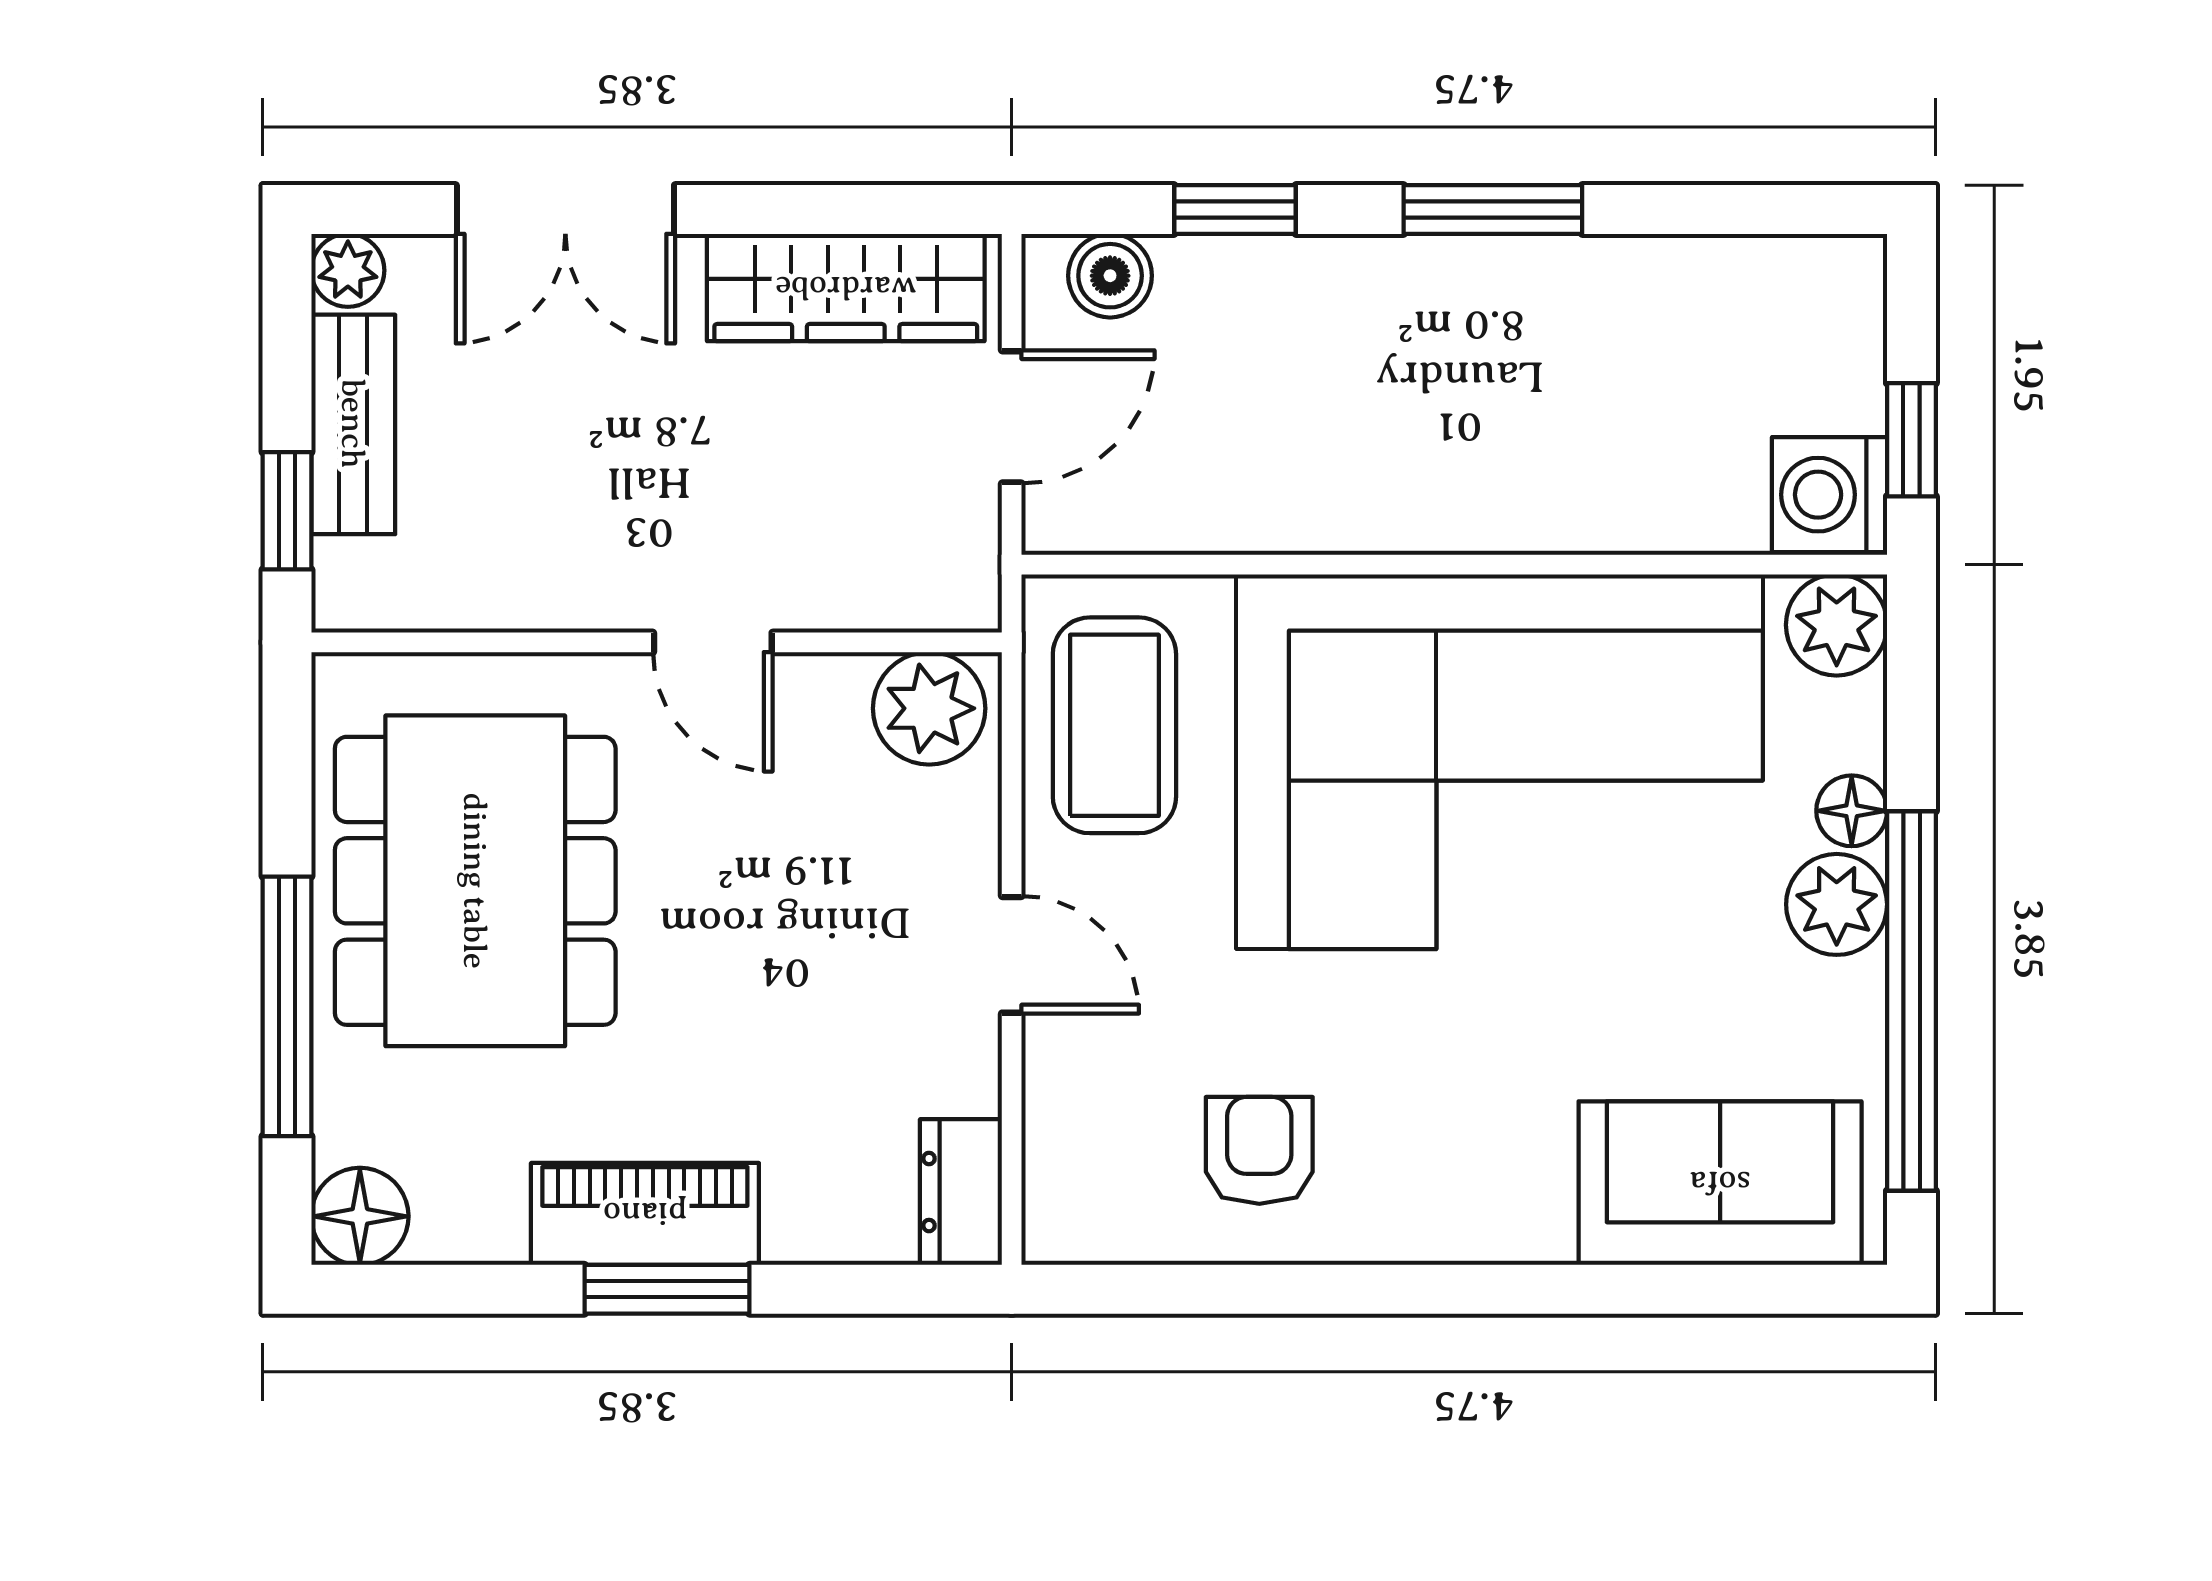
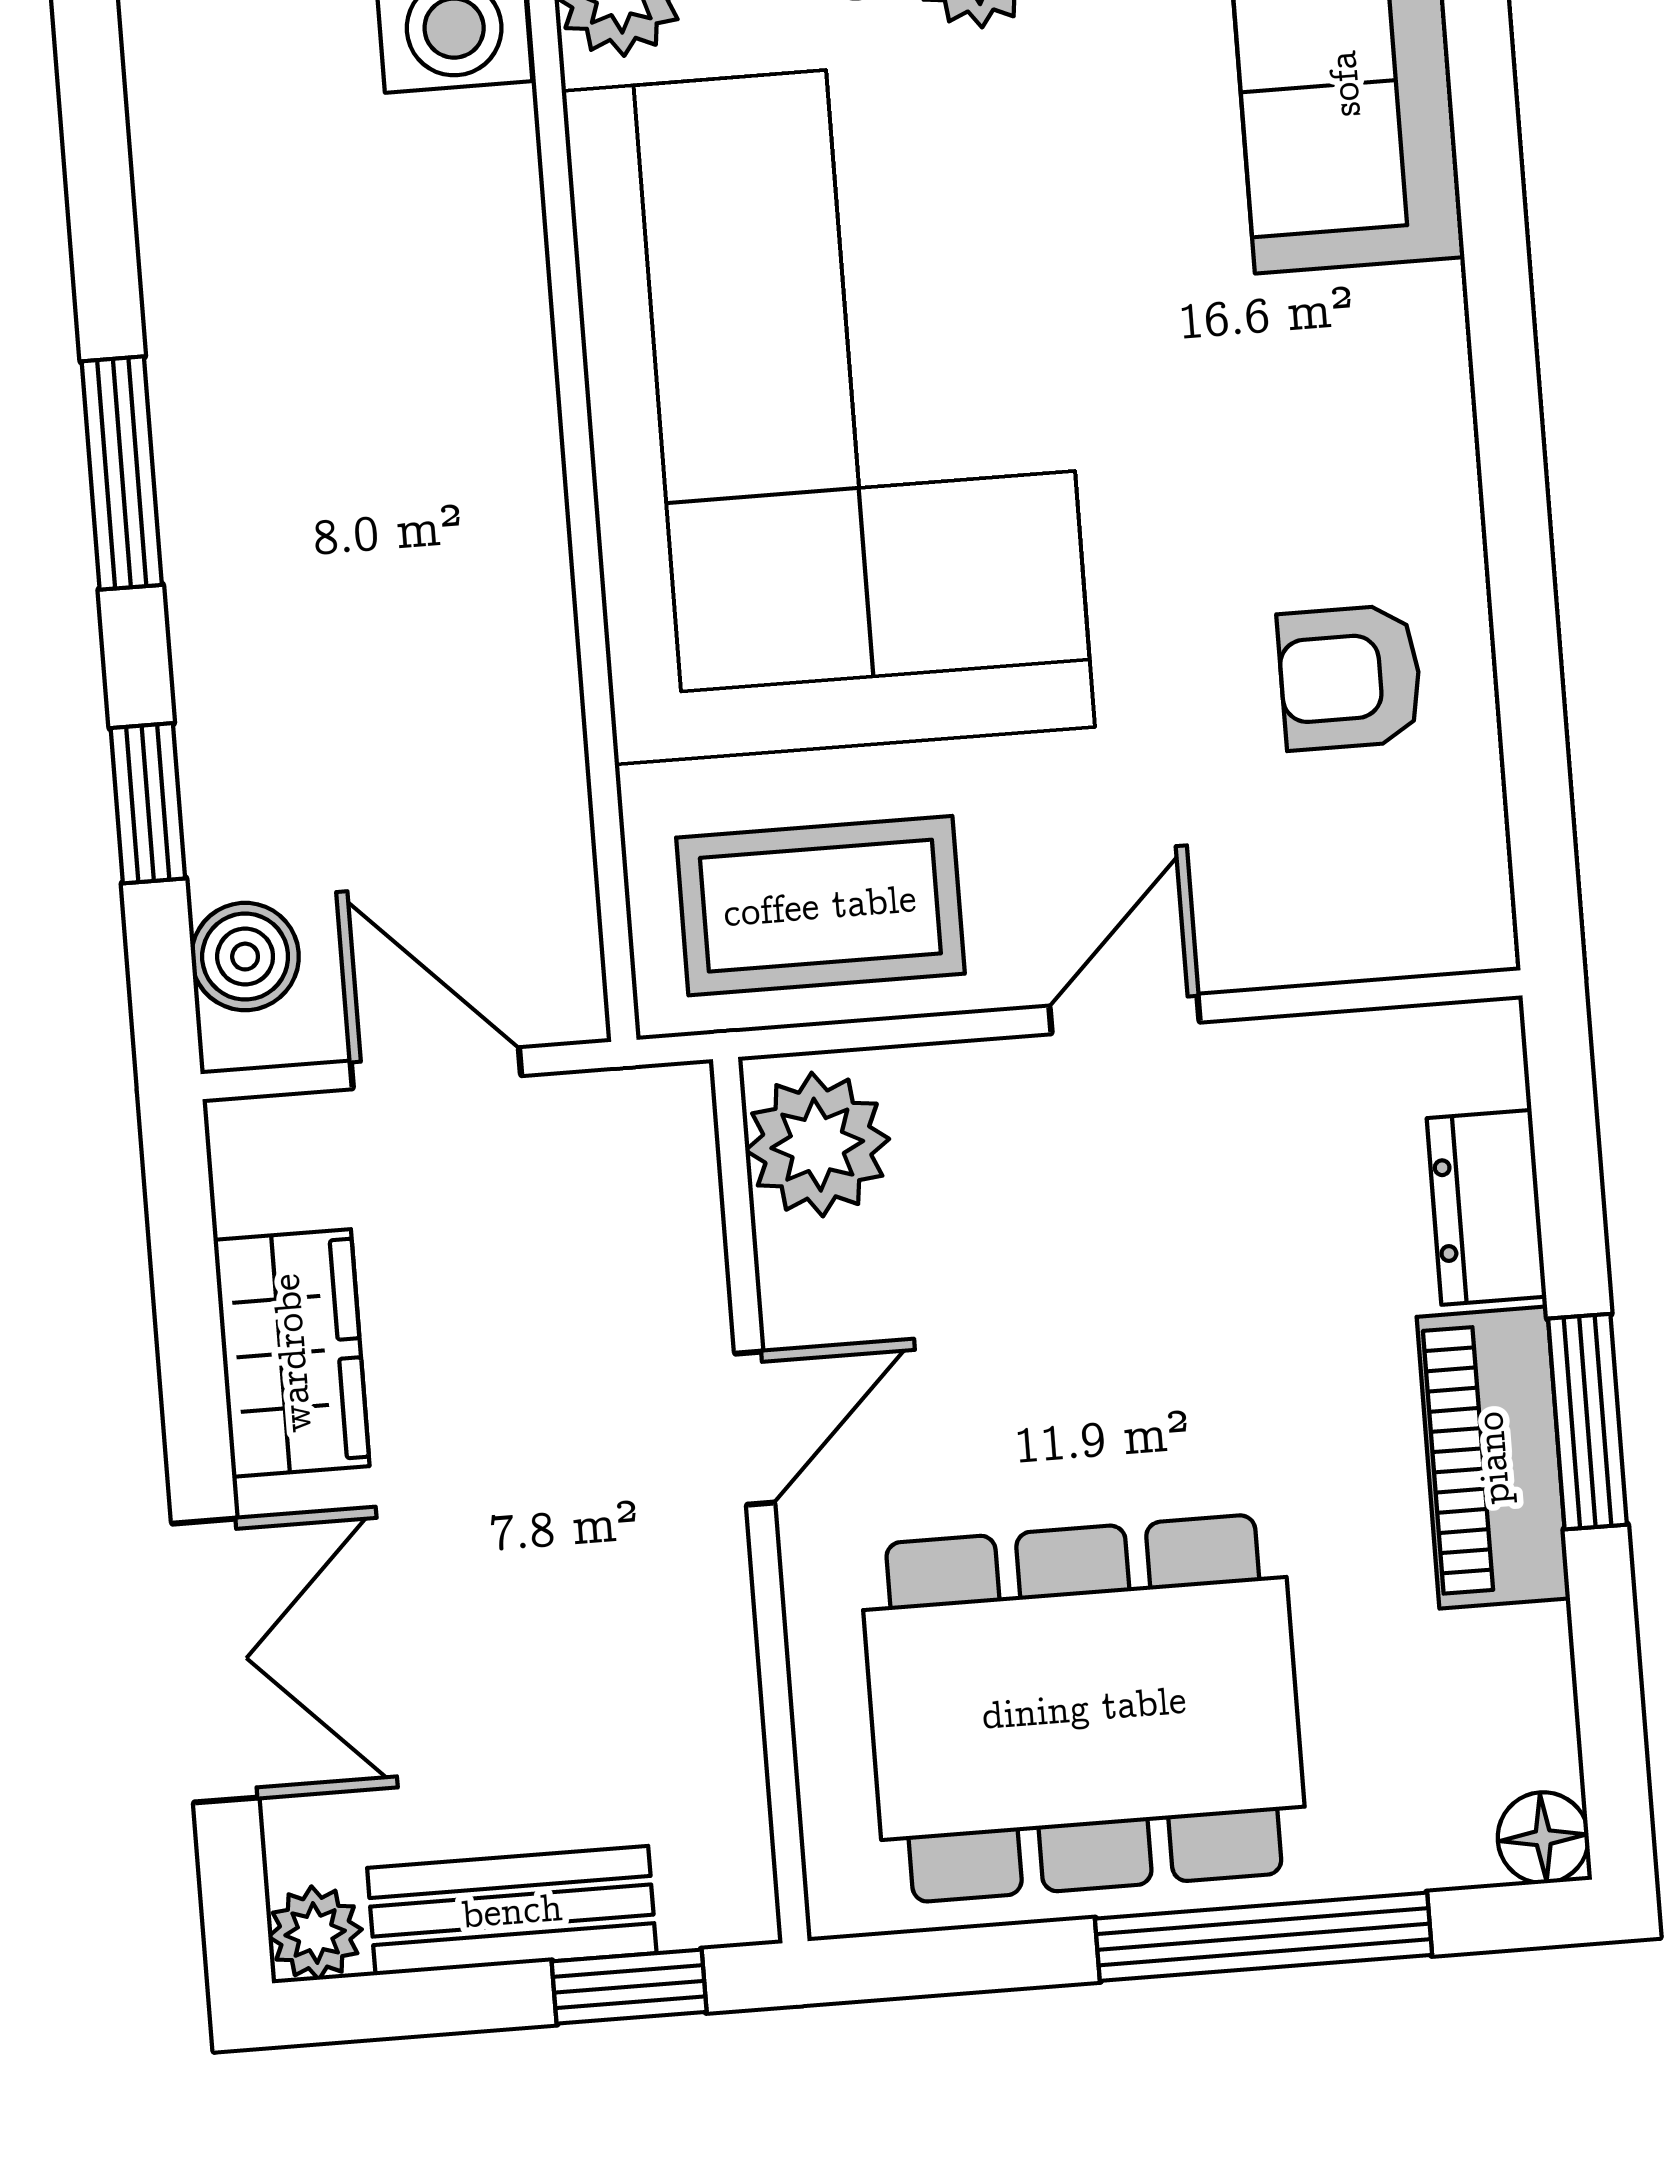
wardrobe: (846, 288) -> (292, 1353), width x0.67
dresser: (961, 1192) -> (1486, 1207), moved, turned 90
floor lamp: (360, 1216) -> (1543, 1838), width x0.73, depth x0.73

